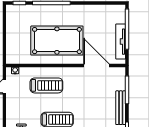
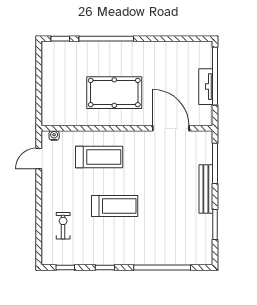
pool table: (57, 41) -> (114, 93), width x0.73, depth x0.76
tv unit: (121, 42) -> (206, 87), width x0.71

